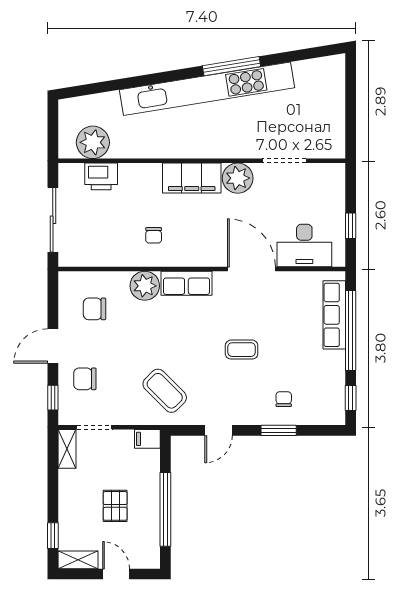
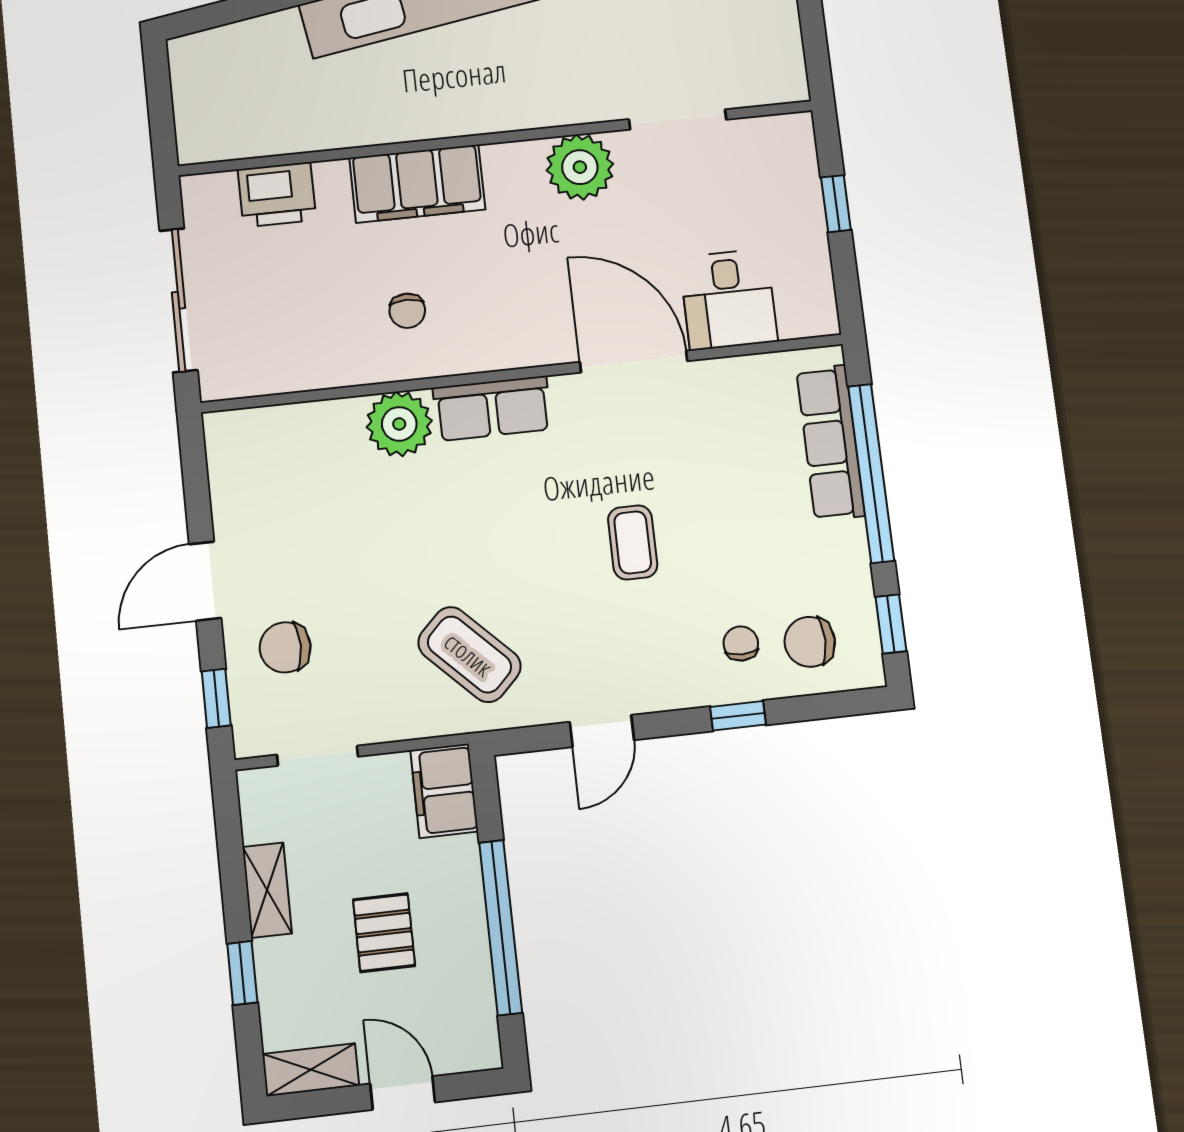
plant: (93, 142) -> (251, 123), removed
filing cabinet: (192, 178) -> (417, 184), moved
window: (351, 226) -> (836, 204), moved
desk: (304, 246) -> (728, 299), width x0.73
chair: (95, 309) -> (810, 642), moved
coffee table: (242, 350) -> (633, 542), turned 90
window: (279, 430) -> (738, 716), width x0.67
filing cabinet: (147, 439) -> (444, 791), width x2.00
shelving: (67, 449) -> (267, 890), moved
window: (53, 536) -> (242, 973), moved

